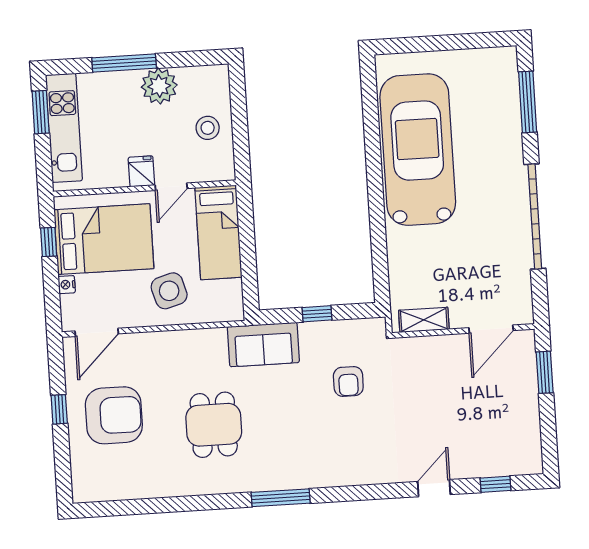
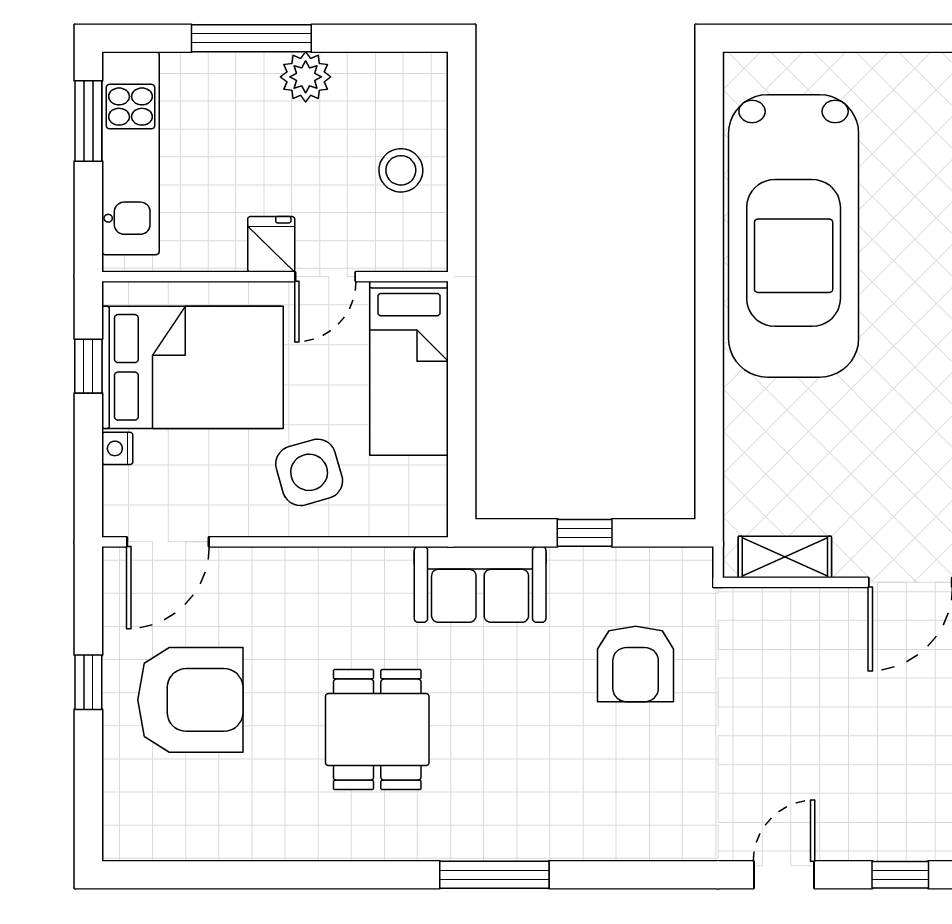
plant: (159, 86) -> (306, 77), width x0.73, depth x0.73
car: (418, 150) -> (794, 236), turned 180
armchair: (348, 381) -> (636, 664), width x1.38, depth x1.38

